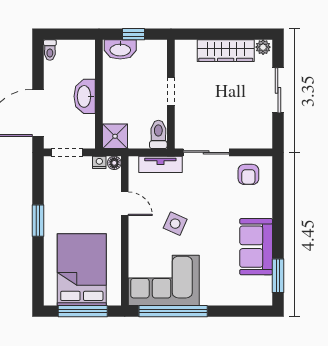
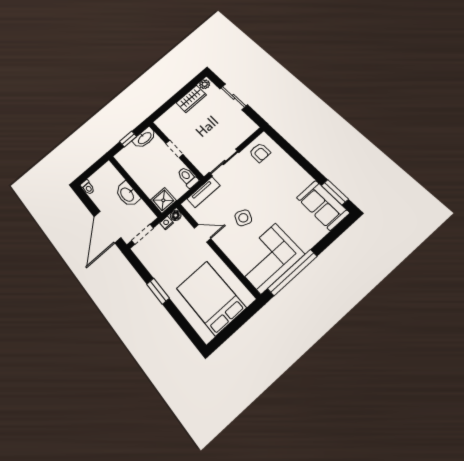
washbasin: (120, 49) -> (144, 138), moved
wardrobe: (226, 51) -> (191, 99), width x0.67
sofa: (256, 247) -> (323, 205), moved
window: (83, 311) -> (235, 325), removed

